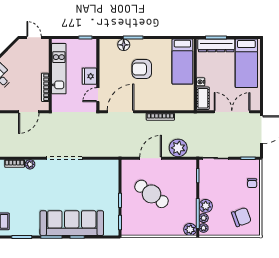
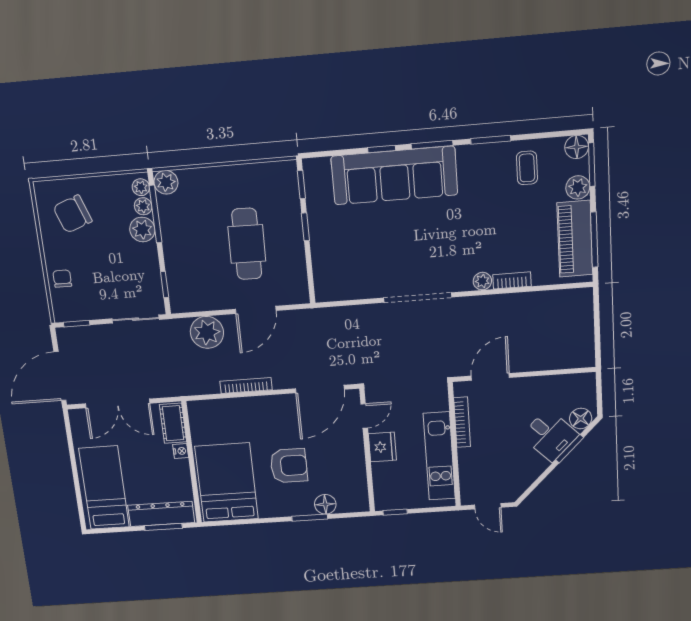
bed: (182, 62) -> (227, 483), width x1.50
cafe table: (152, 194) -> (247, 244), turned 55

